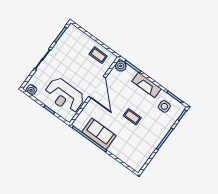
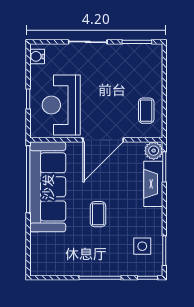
fireplace: (147, 85) -> (153, 184), moved
sofa: (99, 134) -> (48, 187), width x1.85, depth x1.27

